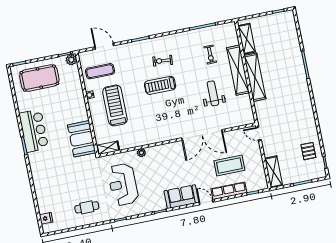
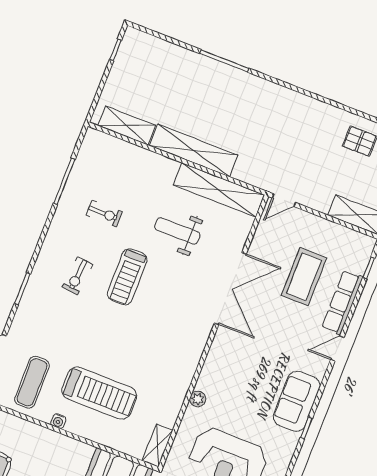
exercise bike: (210, 55) -> (104, 213), moved
shelving: (238, 70) -> (219, 190), moved
treadmill: (160, 85) -> (127, 277), moved
treadmill: (115, 105) -> (99, 393), turned 180
sofa: (181, 197) -> (297, 401), moved

